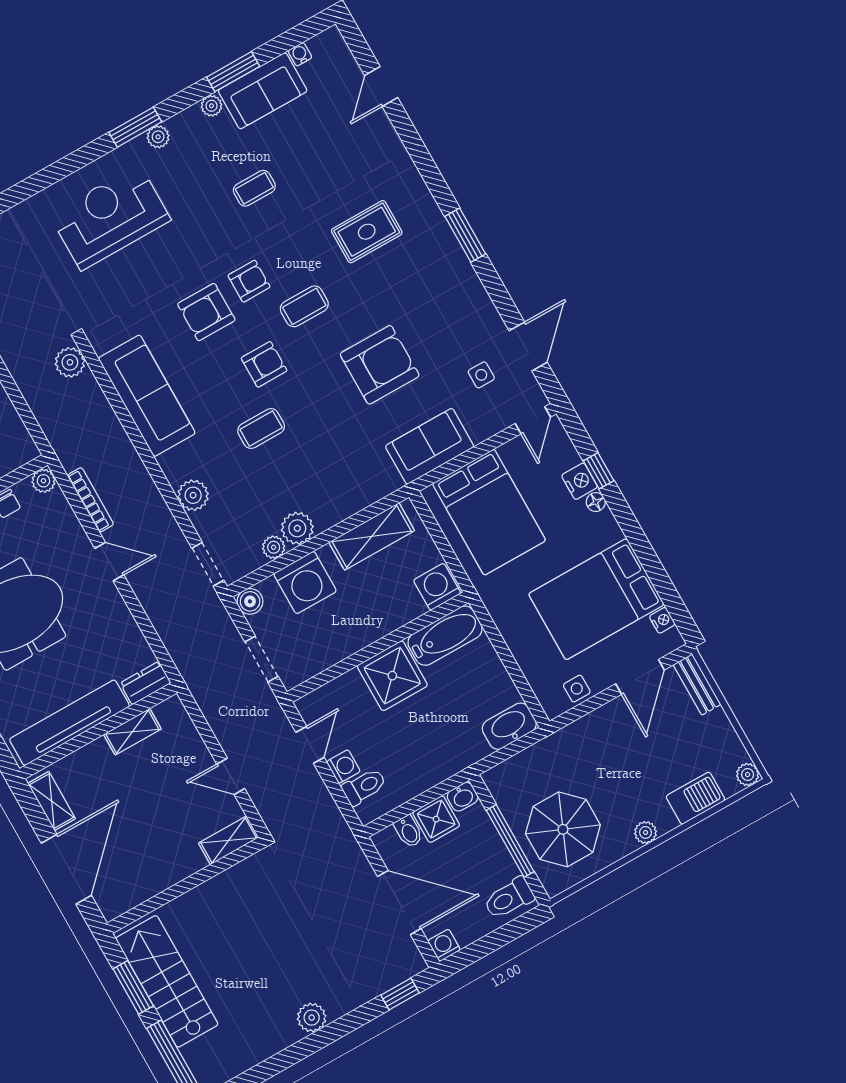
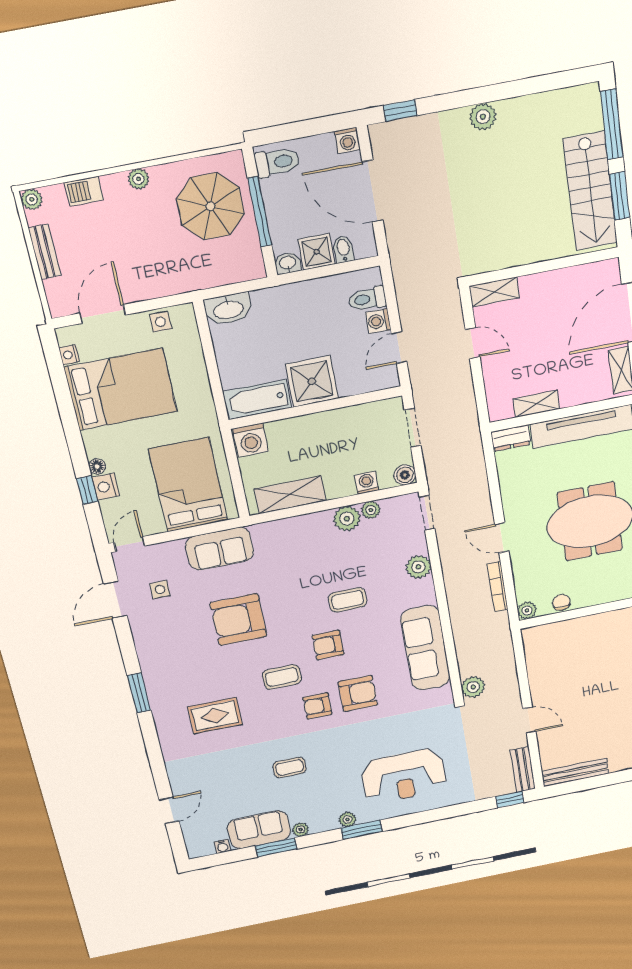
washing machine: (305, 583) -> (367, 483), width x0.53, depth x0.53
bench: (697, 685) -> (45, 252), moved
barbecue: (695, 798) -> (84, 191), width x0.73, depth x0.79

